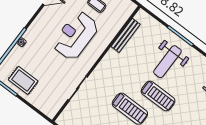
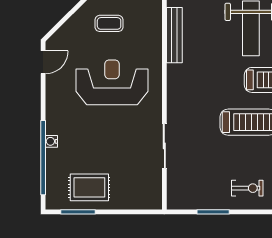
reception desk: (75, 36) -> (112, 82), turned 90

